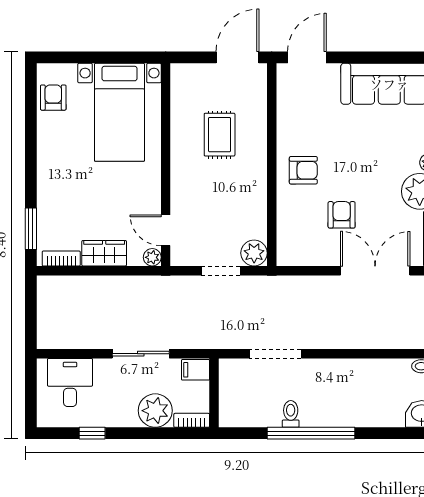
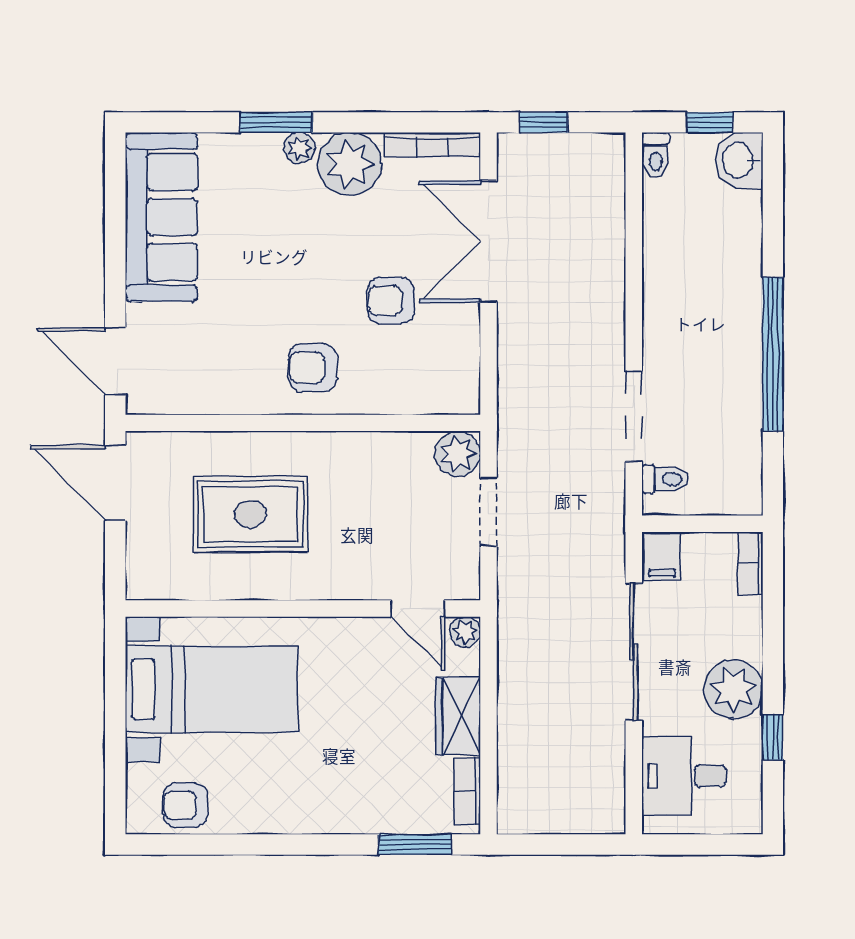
rug: (220, 135) -> (250, 514), width x1.36, depth x1.43
armchair: (303, 170) -> (313, 368), turned -90
door: (166, 230) -> (418, 608), hinge flipped
sliding door: (141, 354) -> (634, 652), width x1.37
plant: (155, 411) -> (733, 689), moved
toilet: (291, 414) -> (665, 479), moved, turned 180

